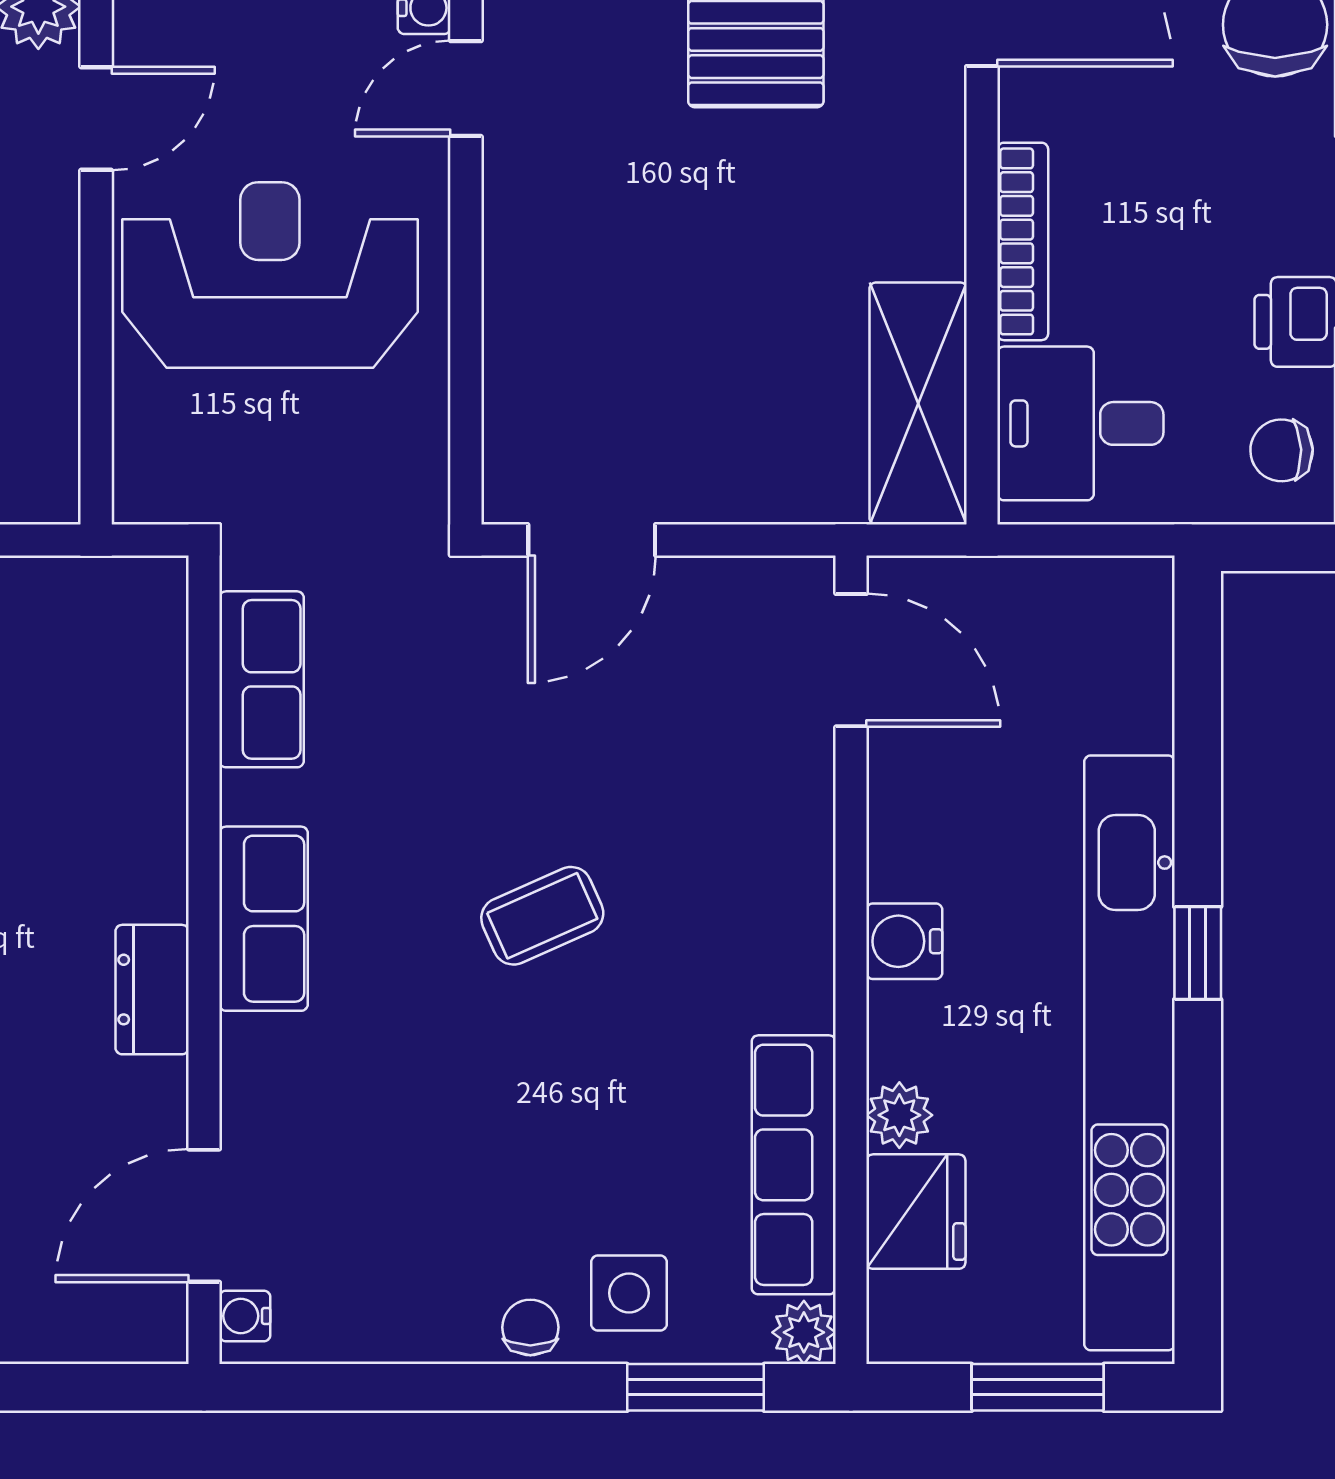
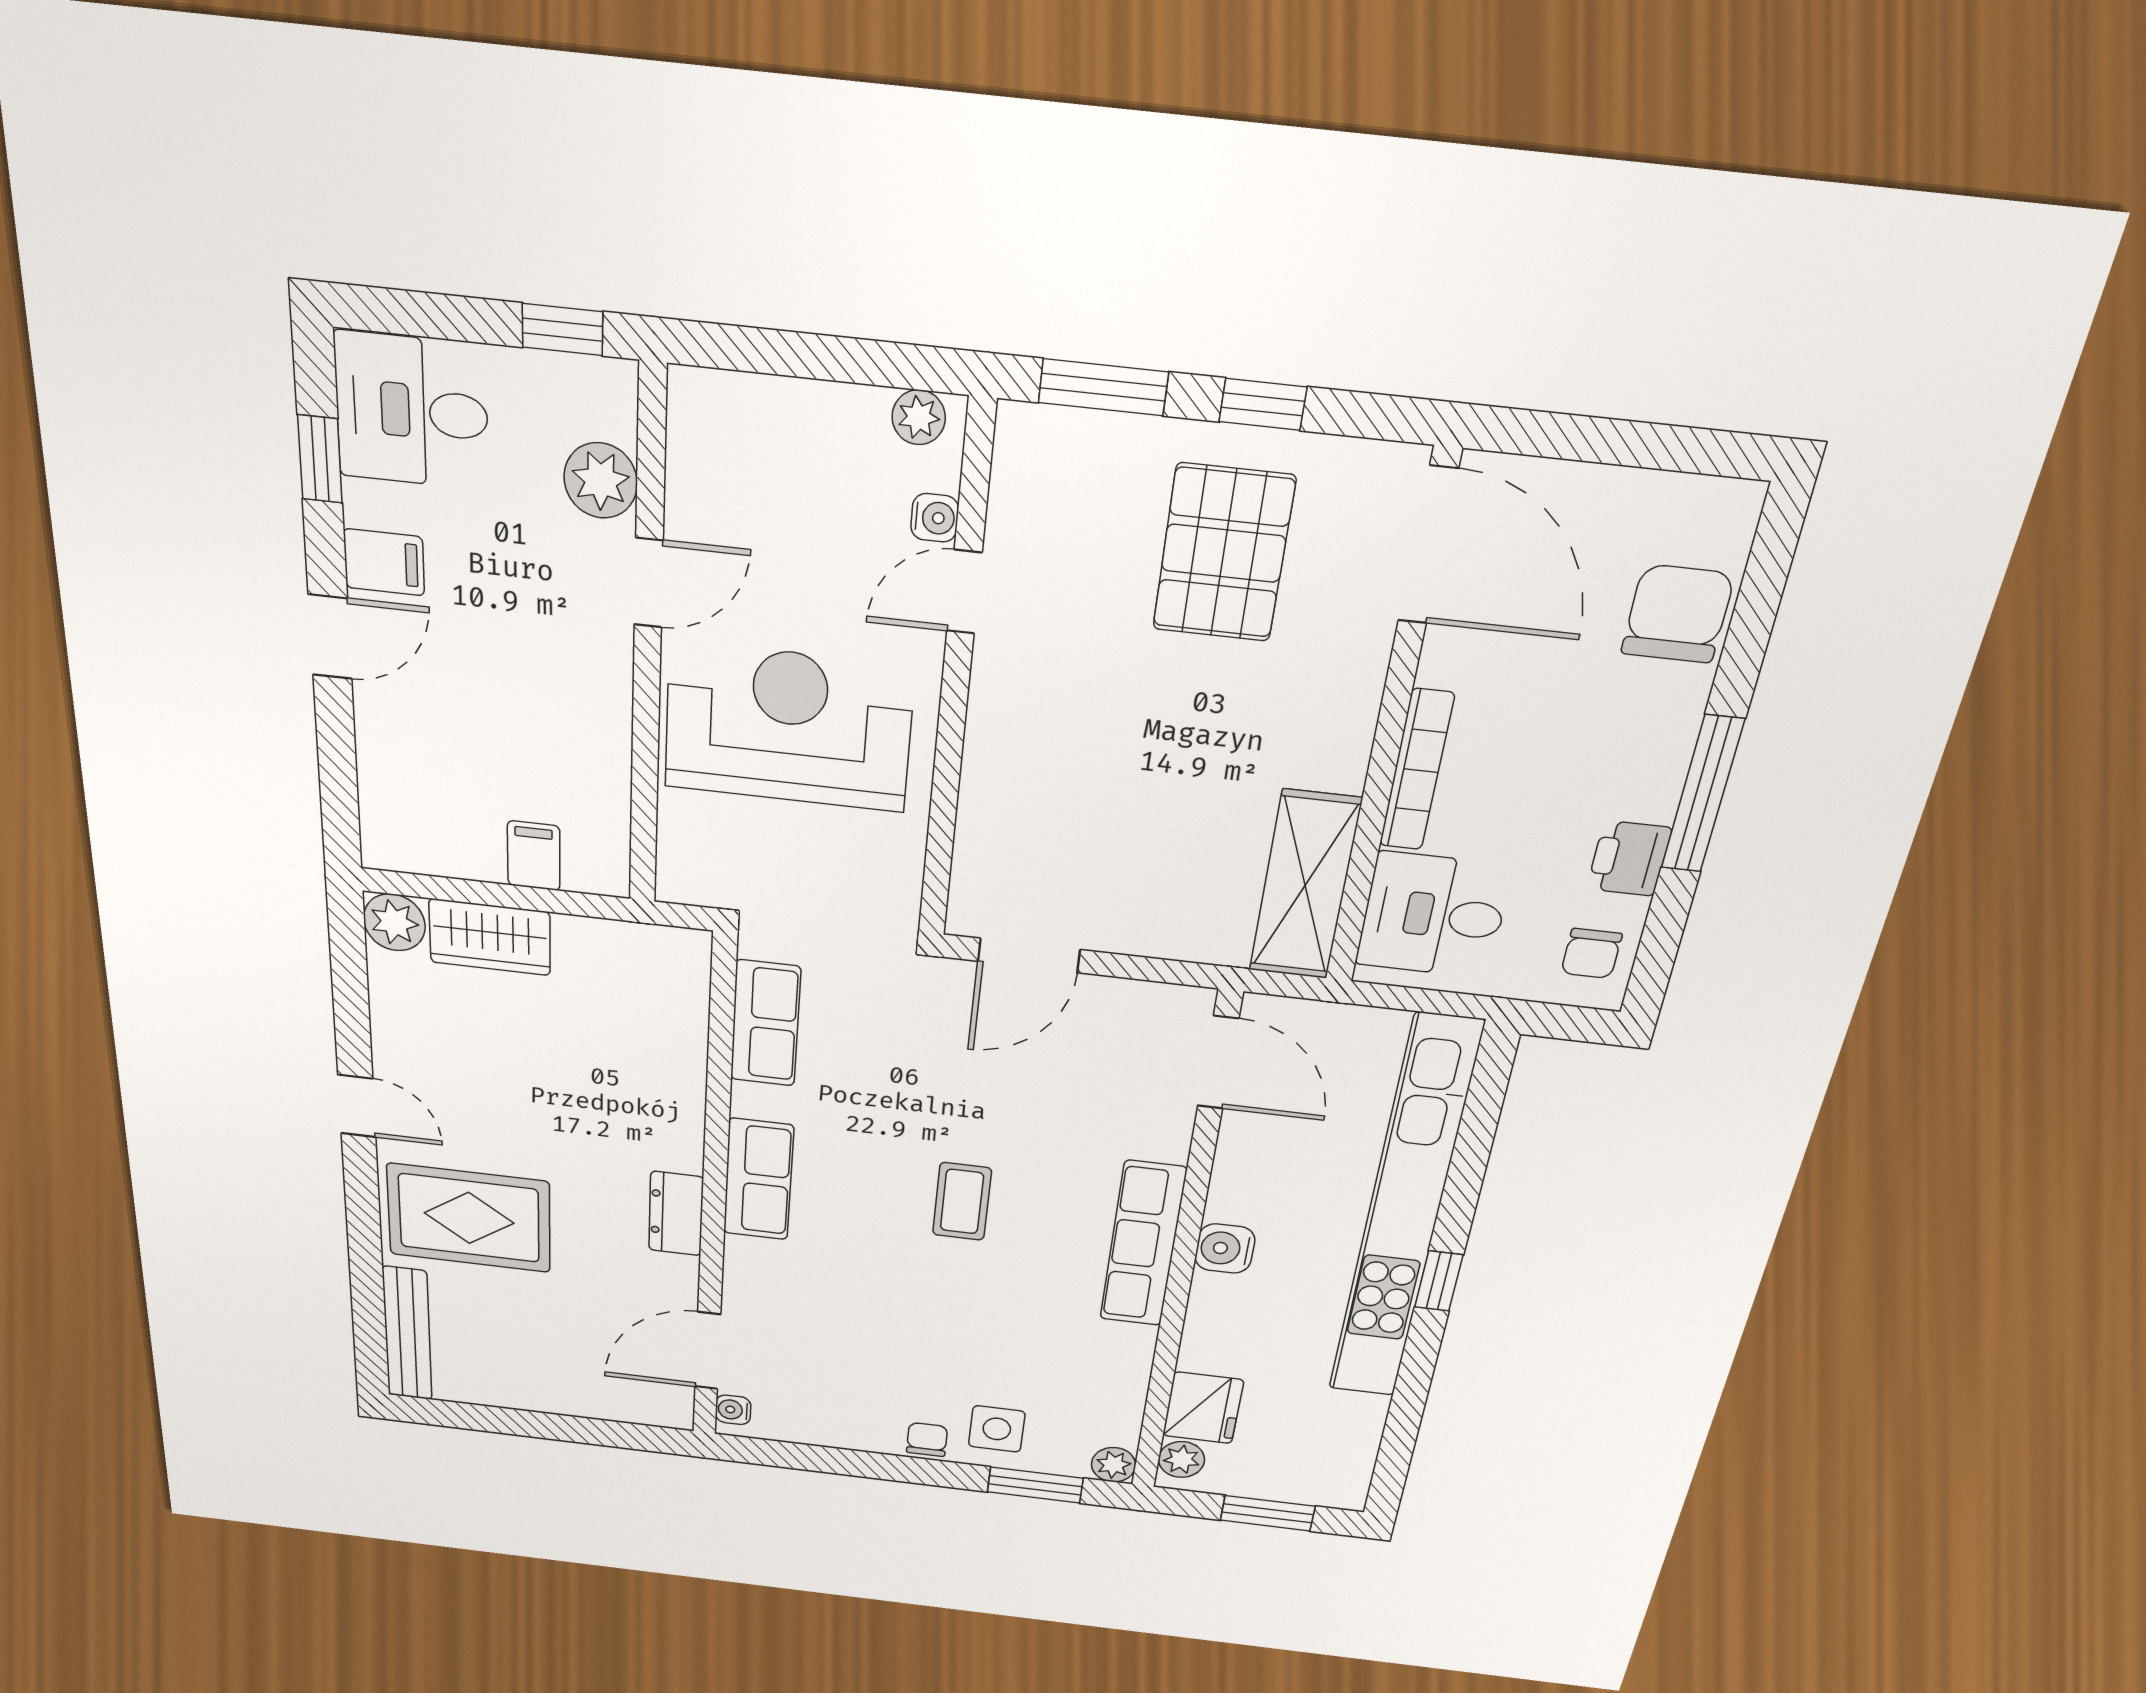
chair: (1282, 450) -> (1591, 953), turned -88
coffee table: (542, 916) -> (962, 1202), turned -66
kitchen unit: (1129, 1053) -> (1403, 1213), moved
plant: (899, 1115) -> (1181, 1459), moved
row of seats: (794, 1165) -> (1143, 1244), moved

